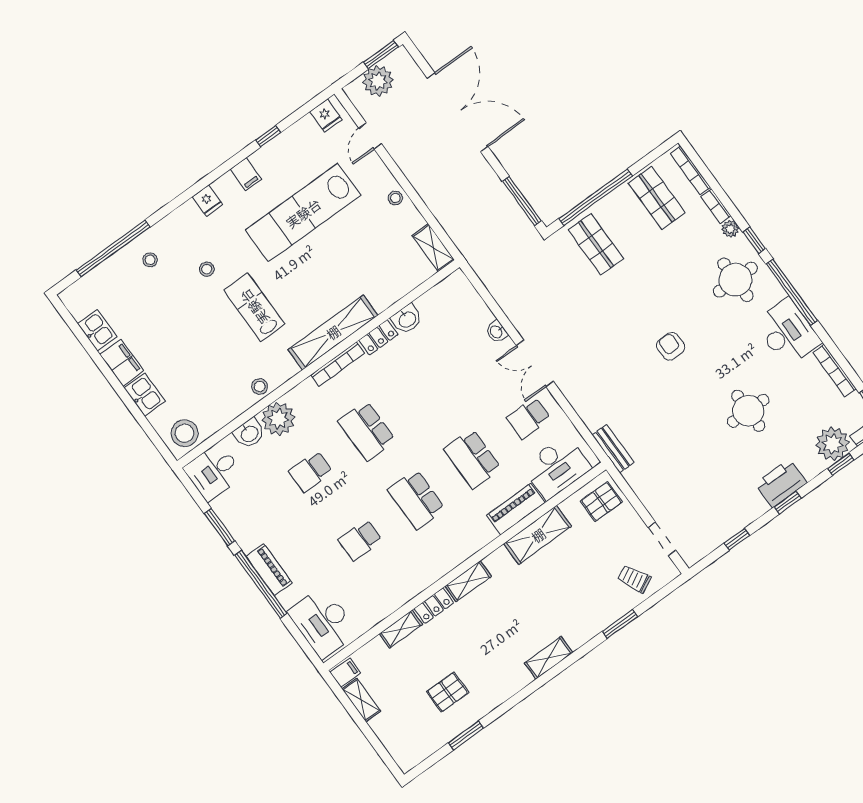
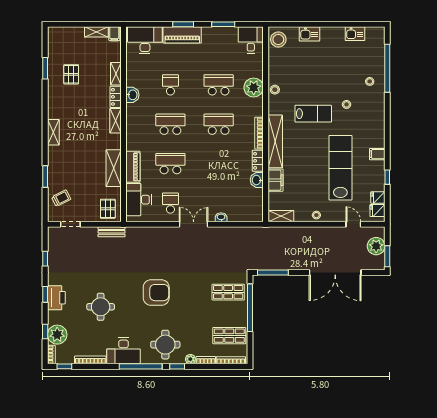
fridge: (208, 201) -> (378, 198), moved
armchair: (671, 346) -> (156, 293), width x1.88, depth x1.88
filing cabinet: (122, 363) -> (275, 180), moved, turned -90
washbasin: (249, 433) -> (132, 95), moved, turned 180
bench: (613, 449) -> (112, 232), moved
school desk: (311, 471) -> (219, 85), width x1.85
piano: (269, 570) -> (182, 35), width x1.37, depth x1.33
window: (261, 584) -> (183, 24), width x0.47

